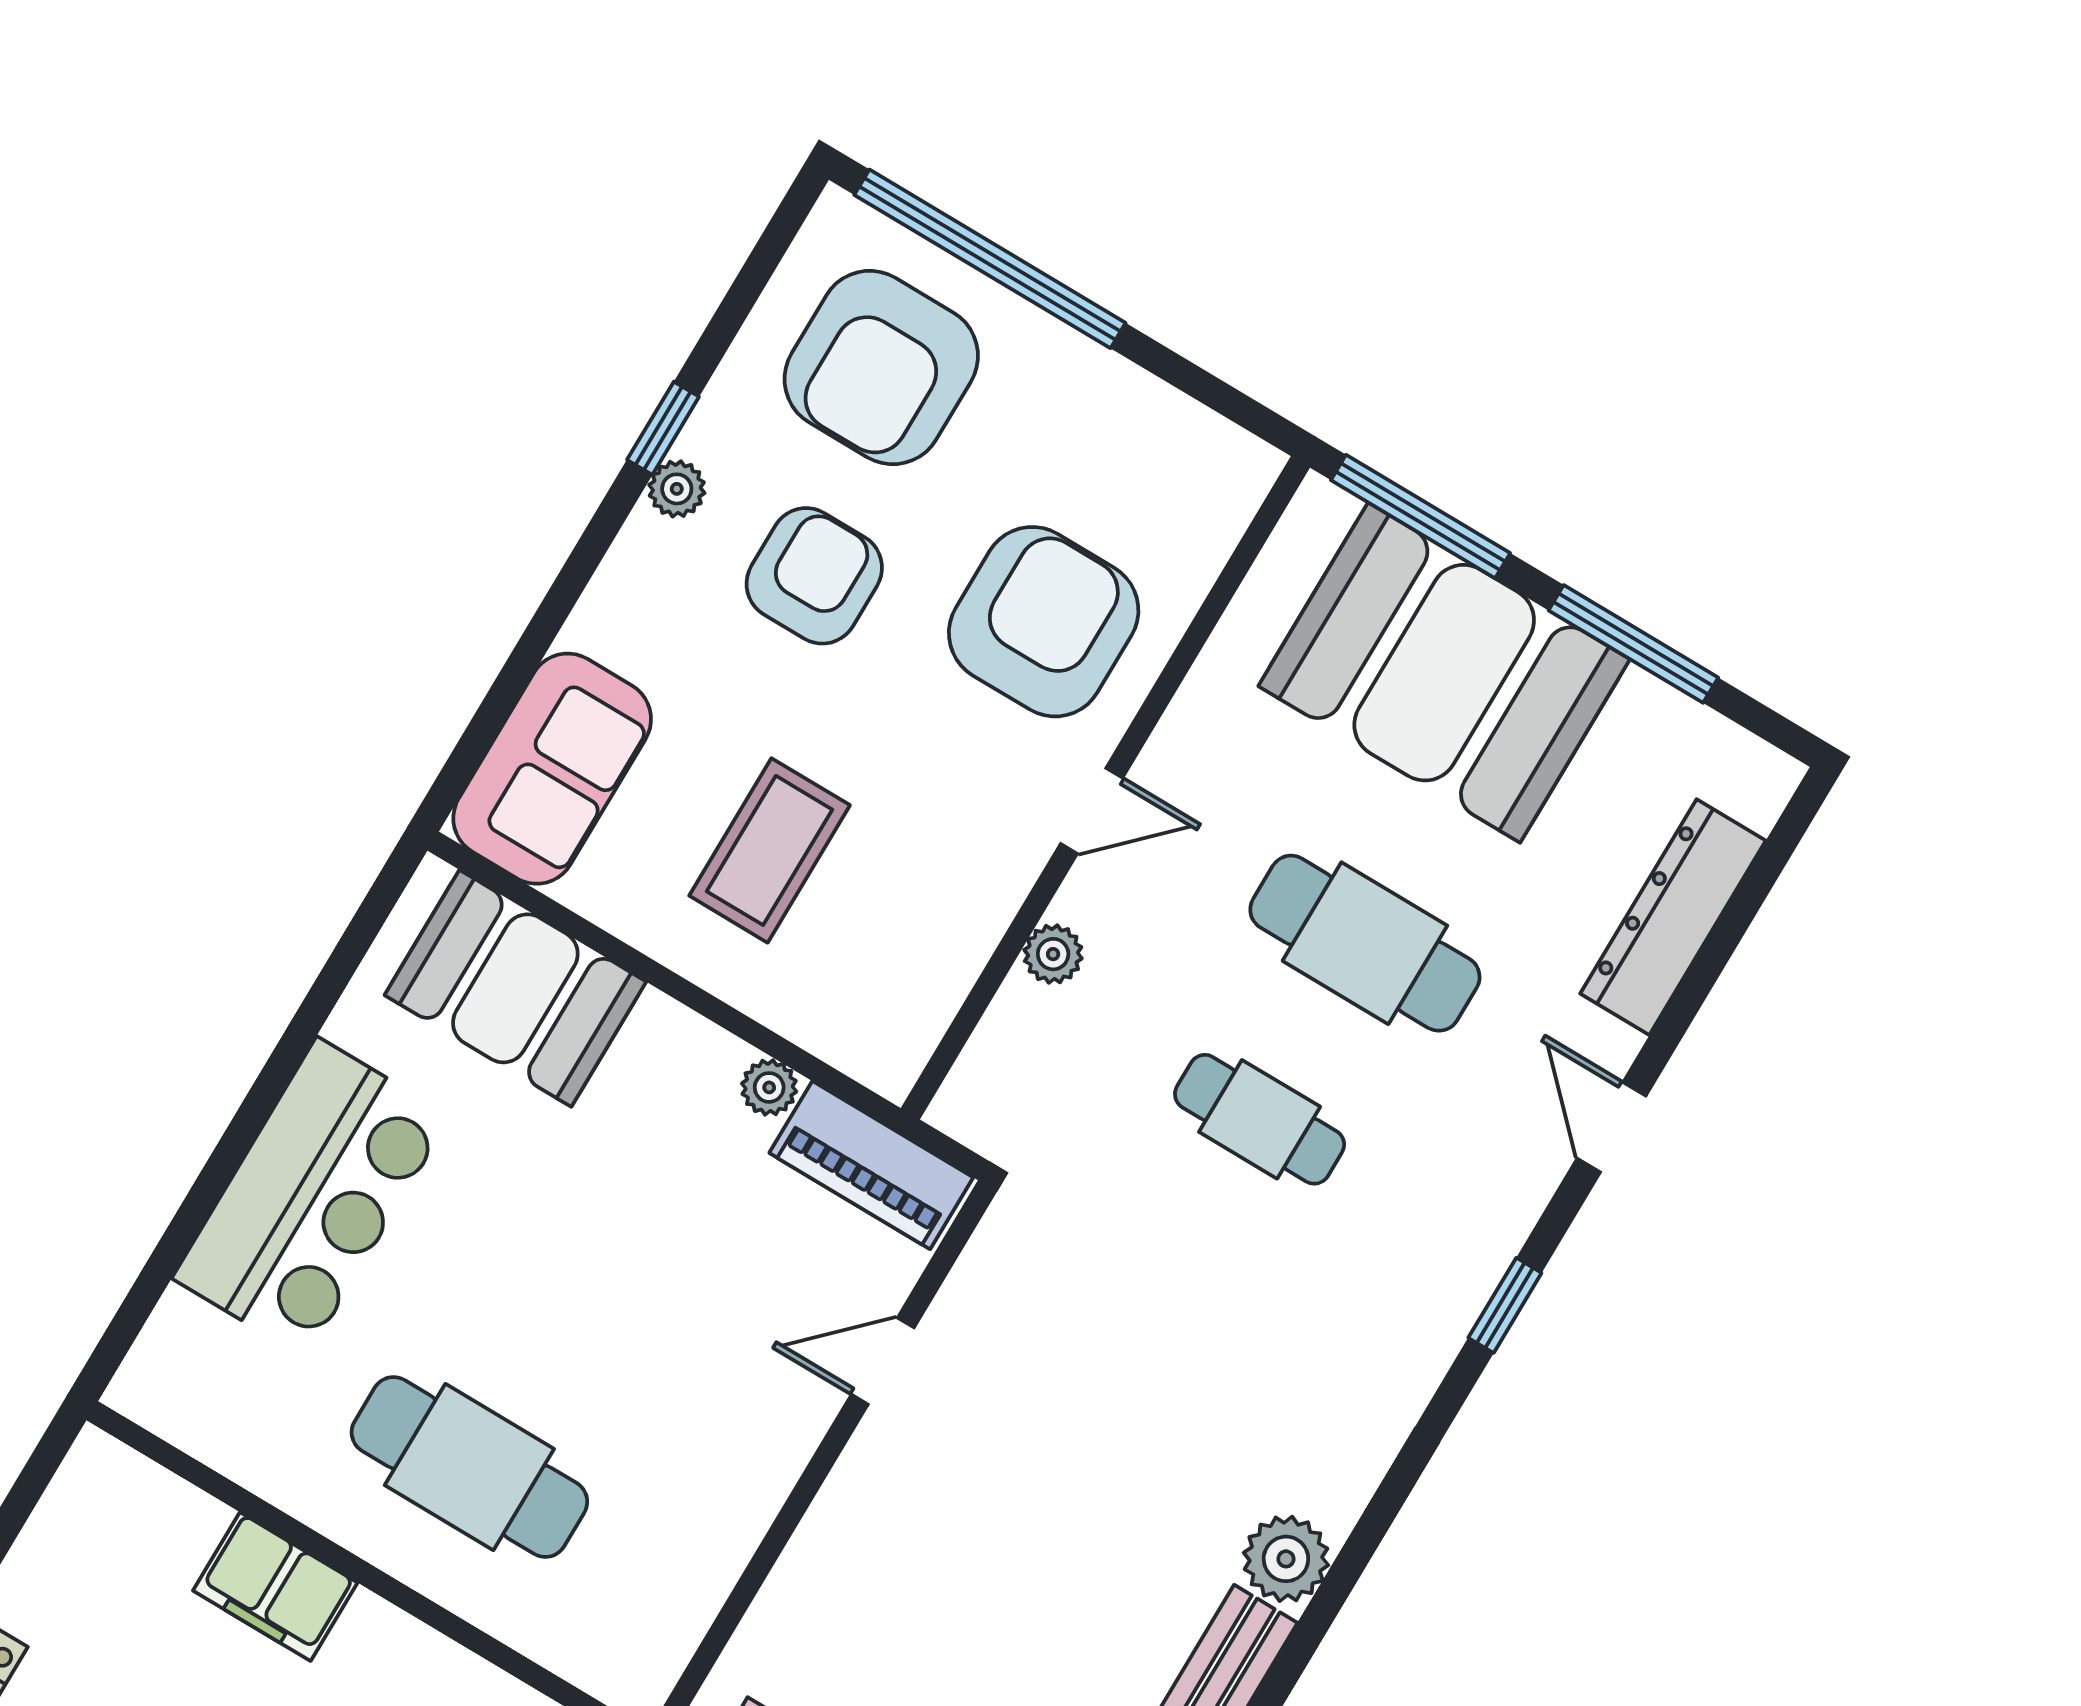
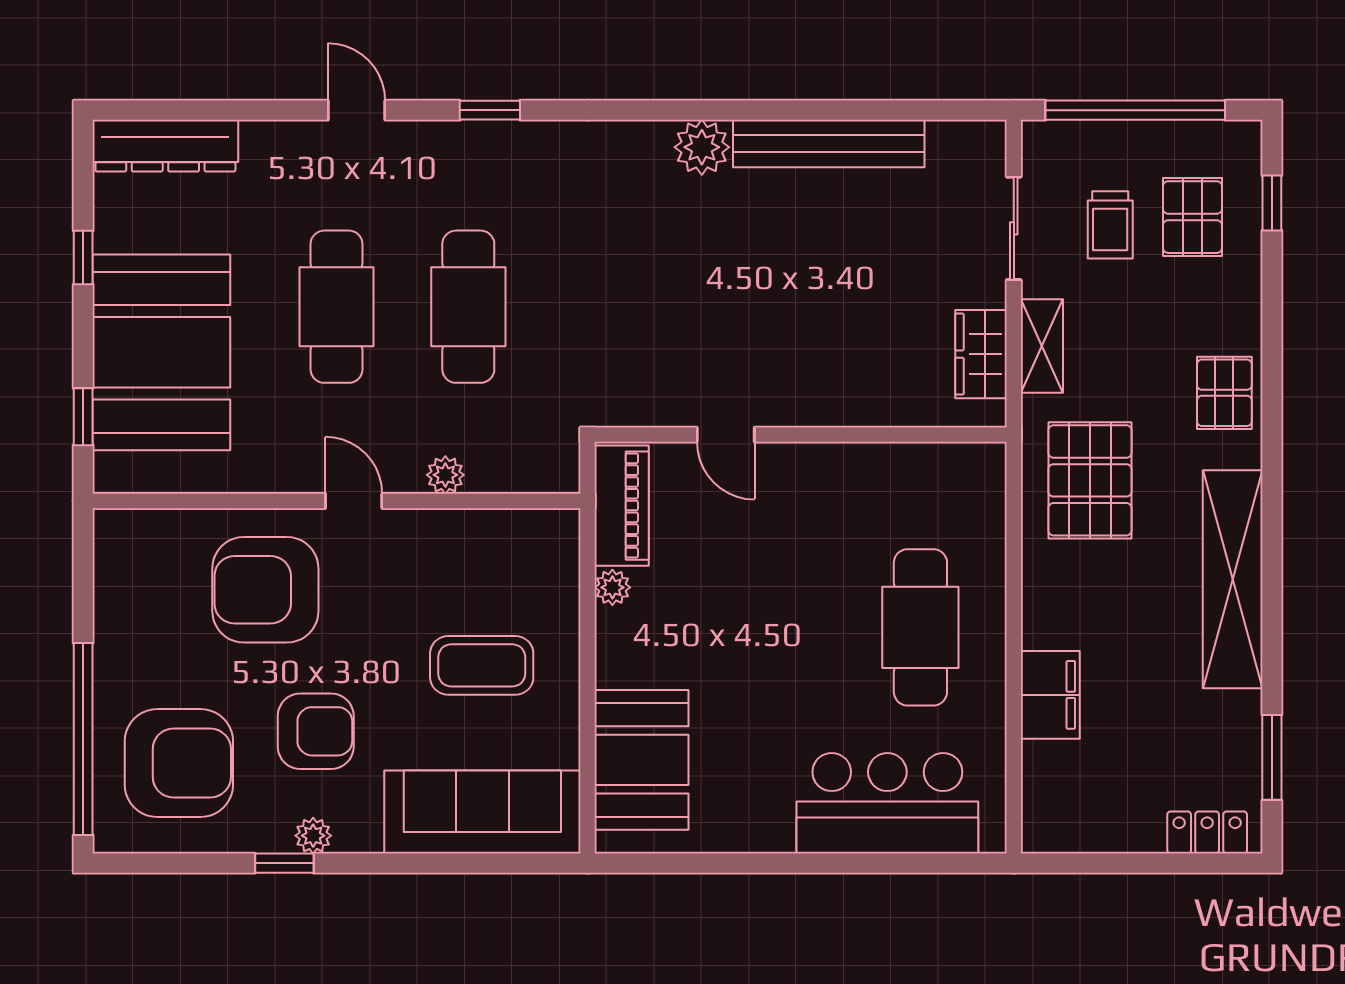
window: (1421, 517) -> (83, 417), width x0.46
armchair: (814, 576) -> (316, 731), turned 180
window: (1633, 644) -> (83, 258), width x0.46
sofa: (552, 769) -> (482, 812), width x1.36
dresser: (1673, 917) -> (165, 146), moved
cafe table: (1260, 1119) -> (468, 307), width x1.37, depth x1.35
door: (1612, 1127) -> (357, 110), swing flipped
bar counter: (311, 1197) -> (887, 803), moved

